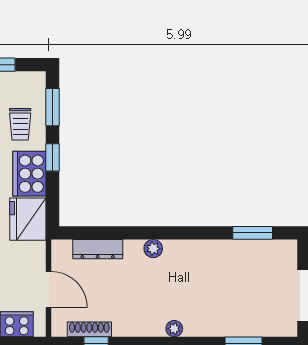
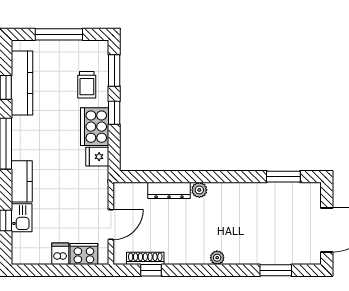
fridge: (28, 219) -> (97, 157), width x0.53, depth x0.75
dresser: (98, 249) -> (169, 190), moved
door: (49, 289) -> (111, 225), hinge flipped

